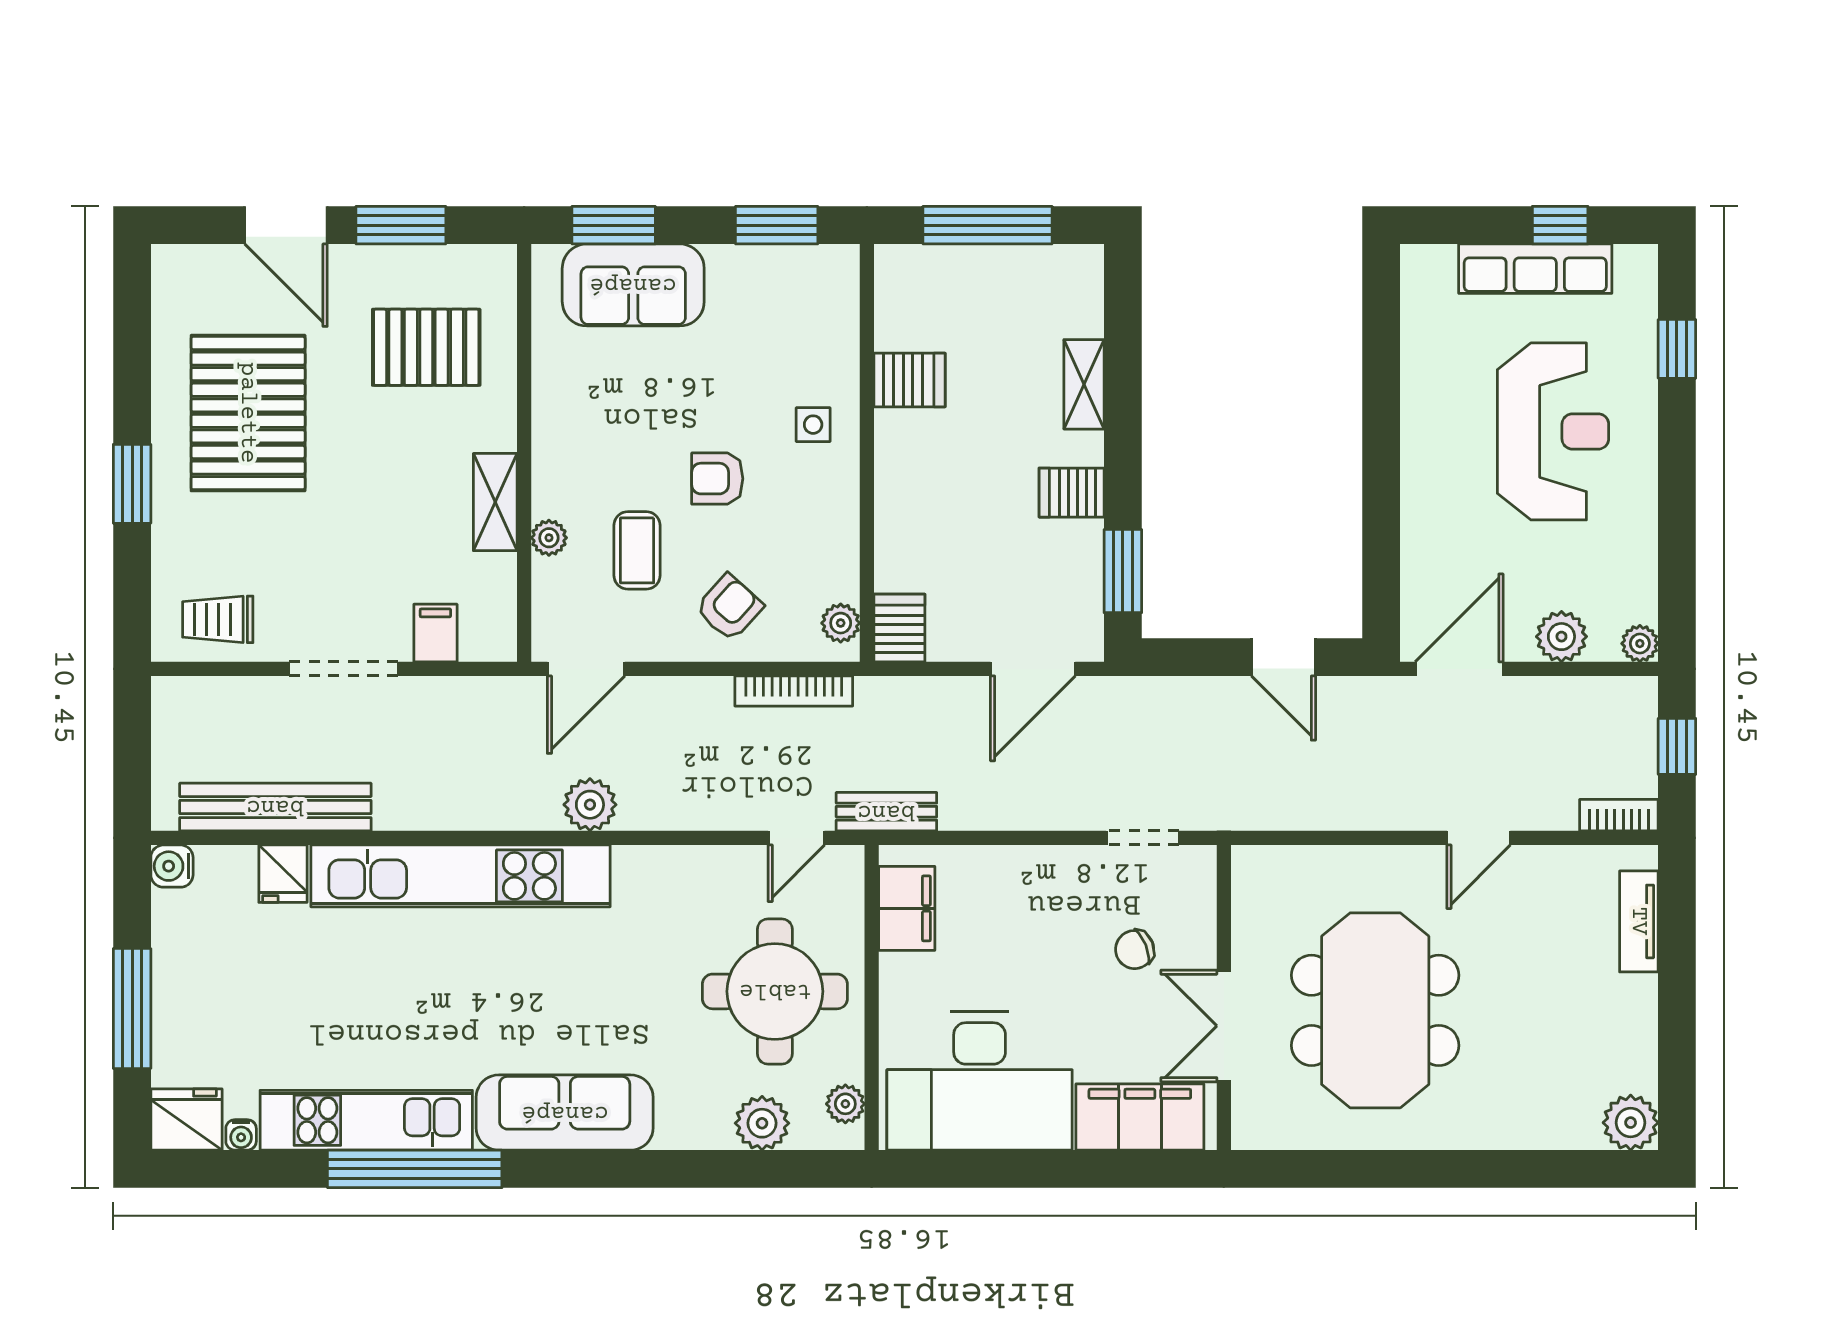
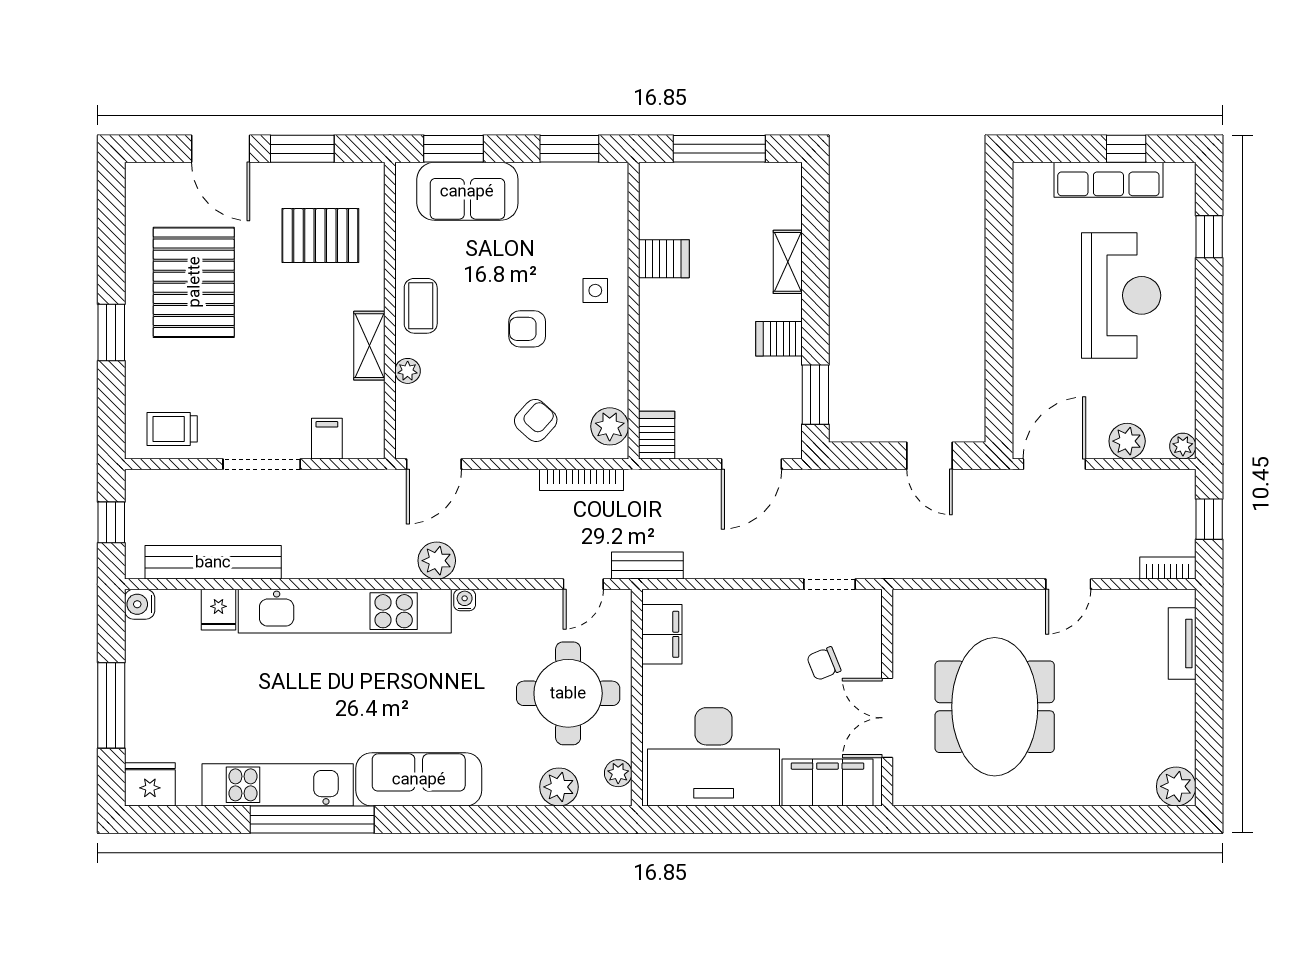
coffee table: (637, 550) -> (421, 306), moved
plant: (841, 623) -> (610, 426), width x1.38, depth x1.38
window: (132, 751) -> (111, 522), added
water cooler: (241, 1135) -> (465, 600), moved, turned 180

